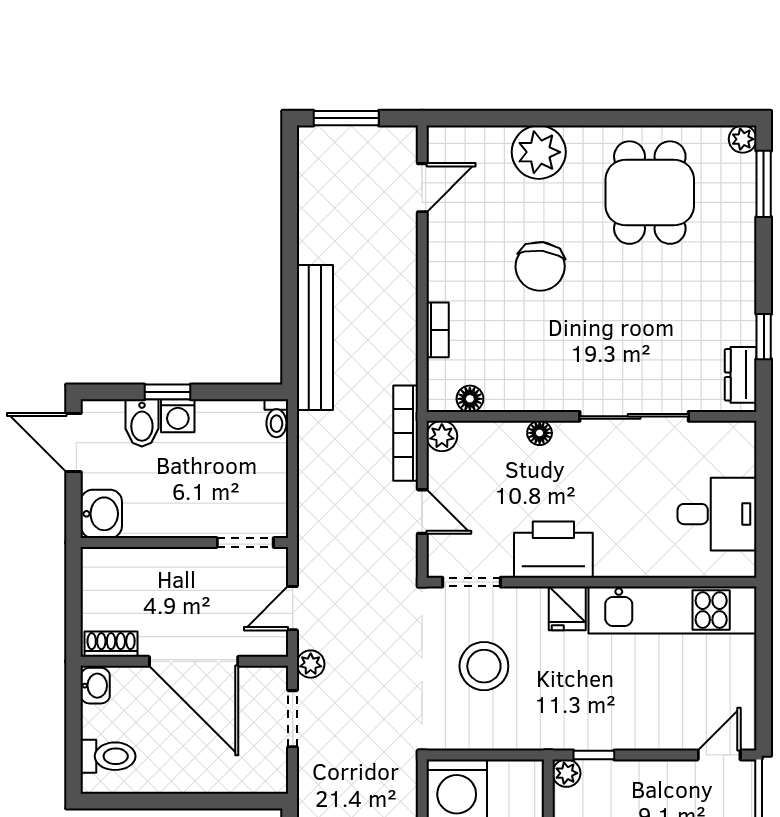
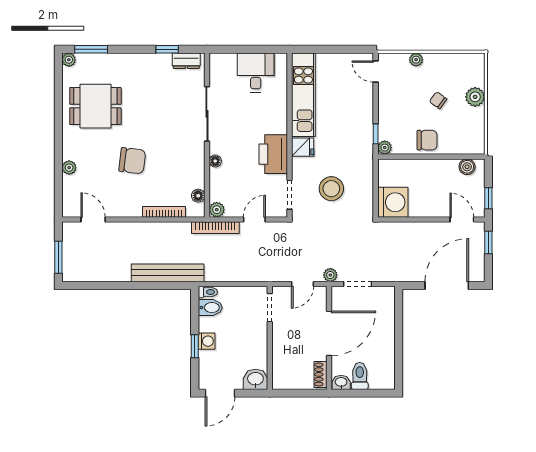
plant: (539, 152) -> (69, 168), width x0.53, depth x0.53
bookcase: (438, 330) -> (164, 212), width x1.56
bidet: (142, 423) -> (210, 308), moved
door: (293, 608) -> (303, 284), hinge flipped
toilet: (108, 756) -> (360, 376), moved

